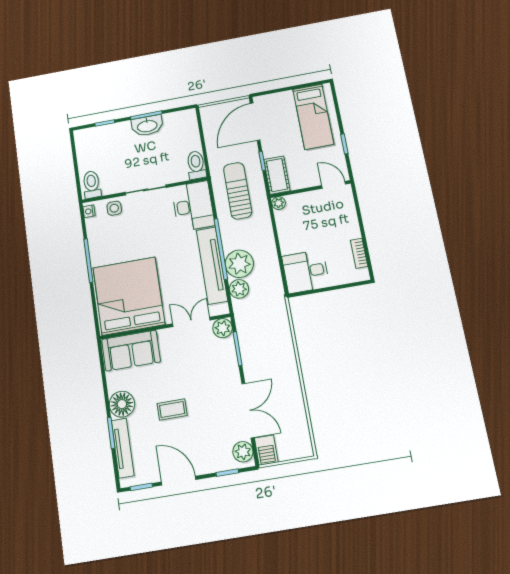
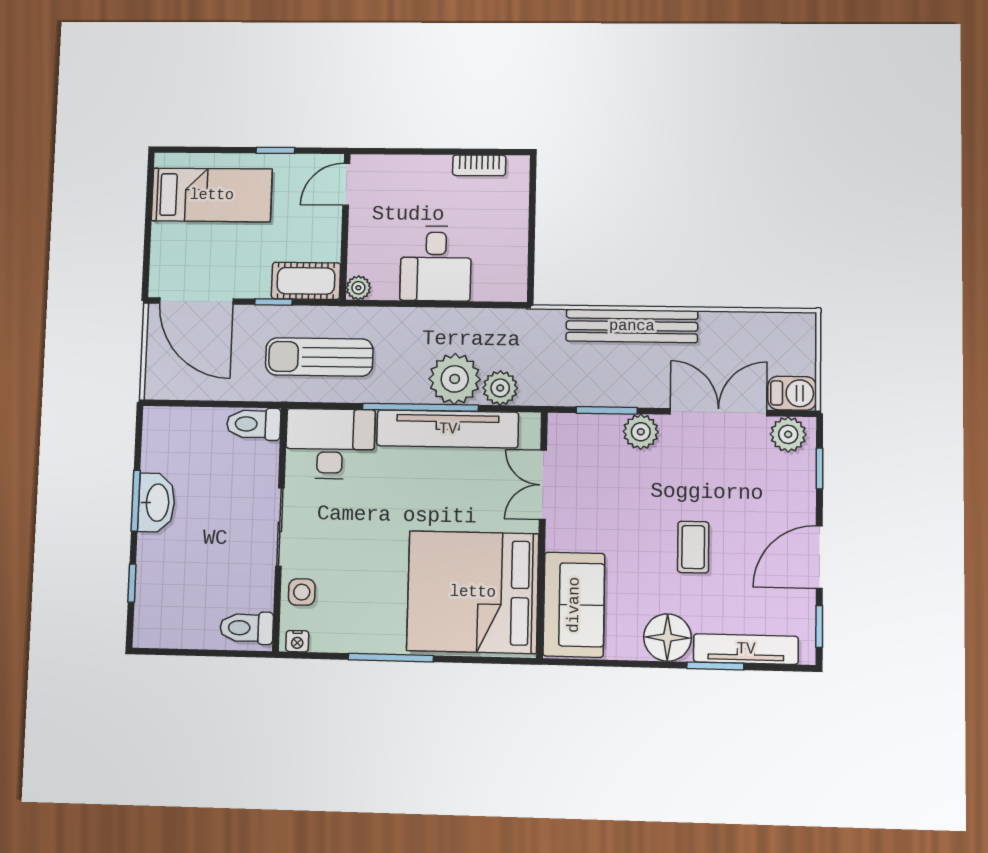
desk: (306, 271) -> (436, 264), moved
plant: (223, 328) -> (641, 432), moved
bench: (287, 354) -> (632, 326), added

